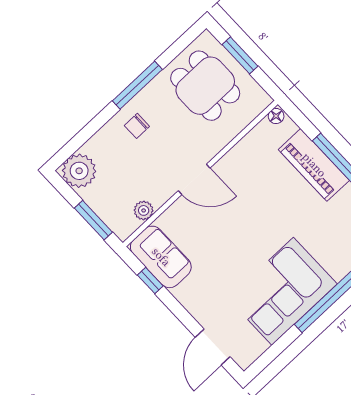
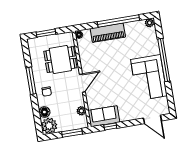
dining table: (205, 86) -> (60, 60), moved
floor lamp: (98, 146) -> (44, 112), added

